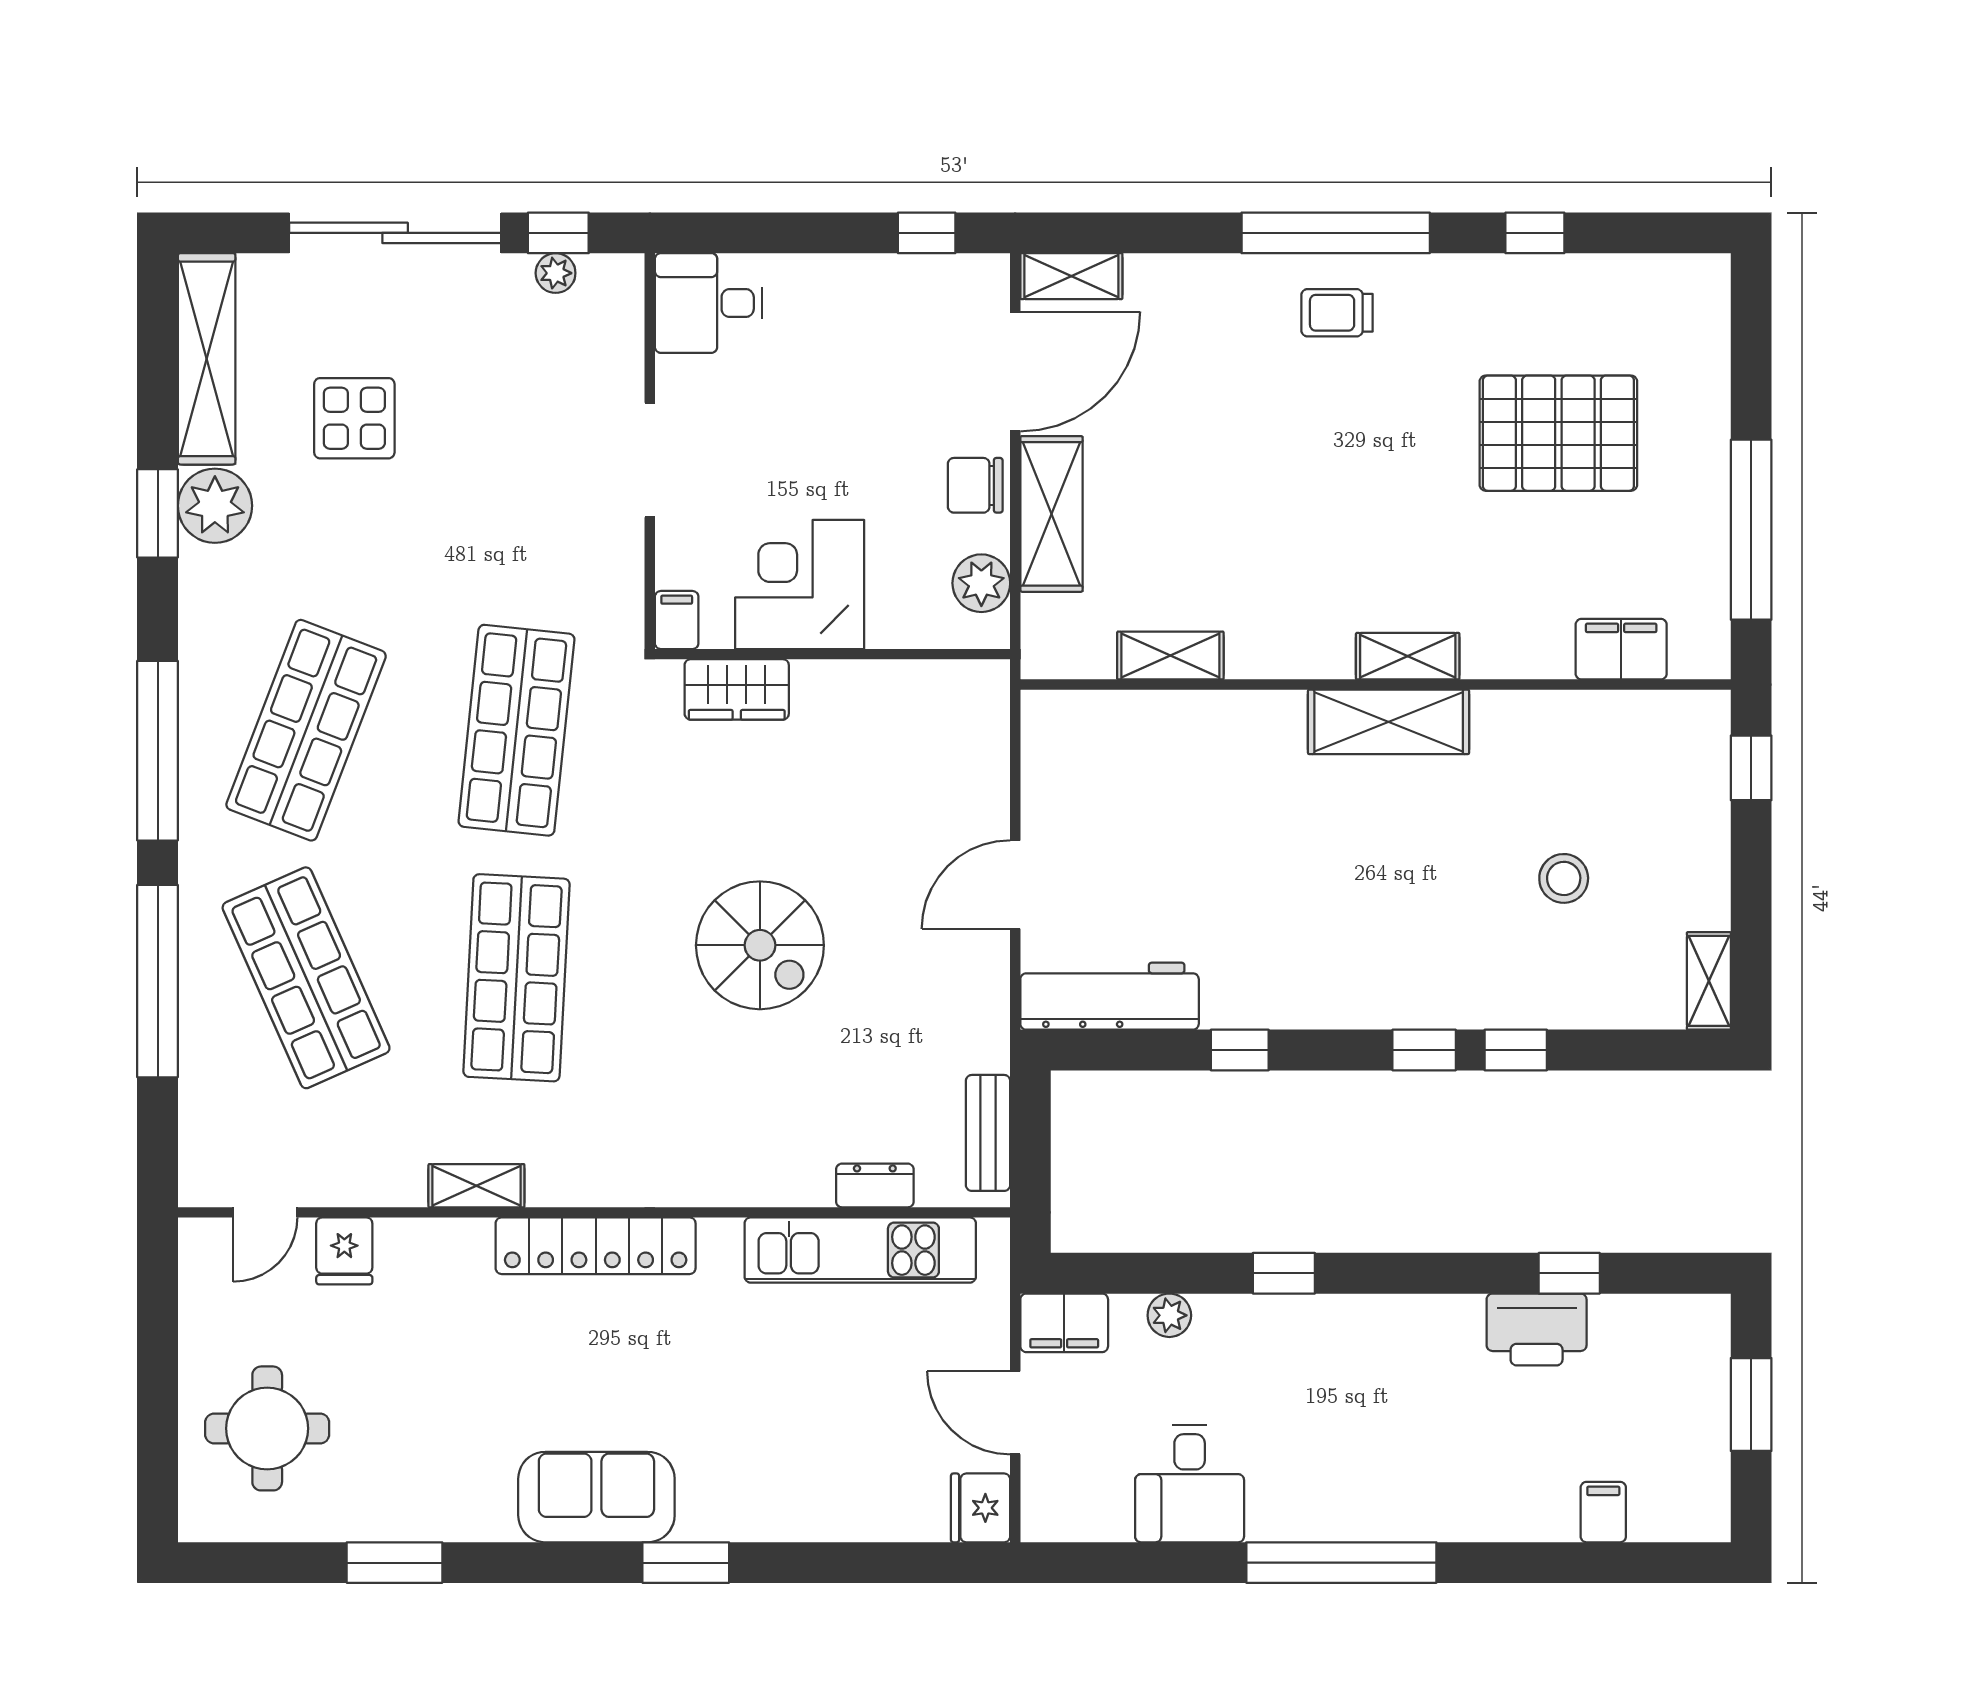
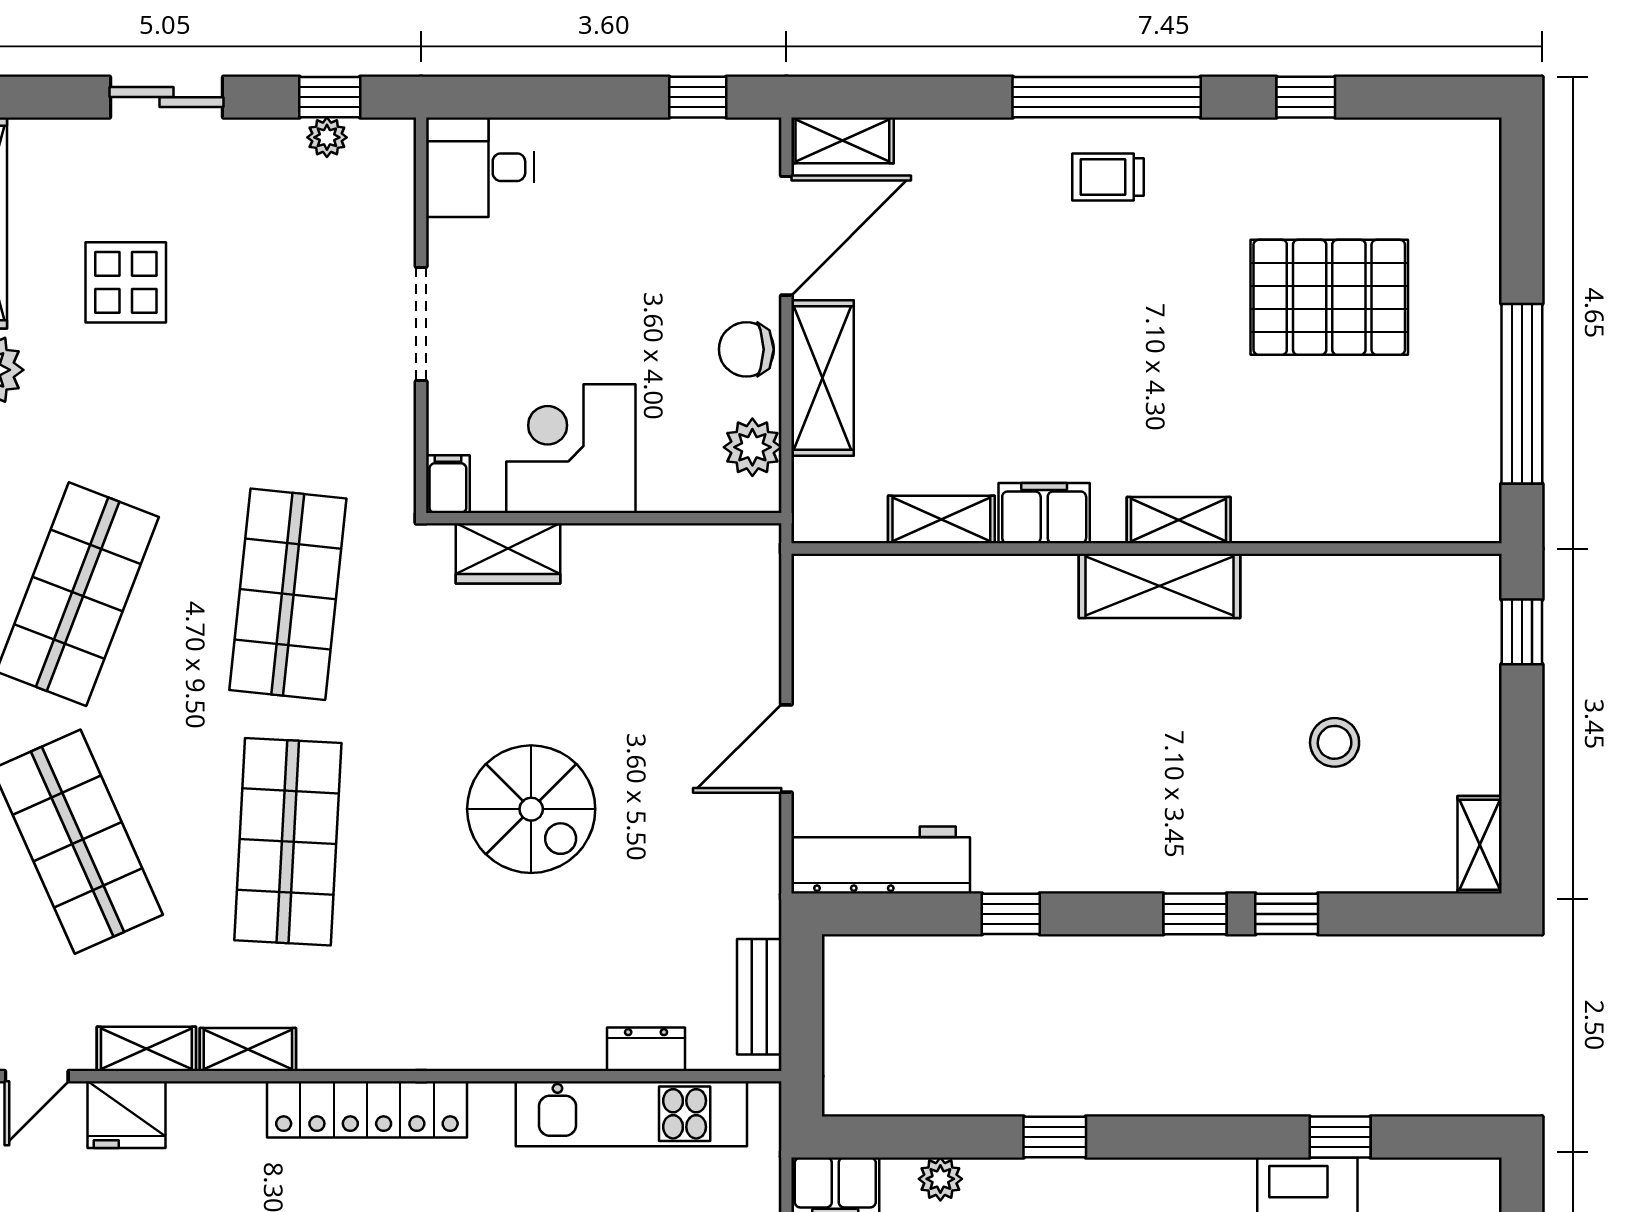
sliding door: (395, 233) -> (167, 97), width x0.54
filing cabinet: (1621, 649) -> (1044, 513), moved
shelving: (375, 1185) -> (146, 1049), added
fridge: (344, 1251) -> (126, 1115), width x1.38

